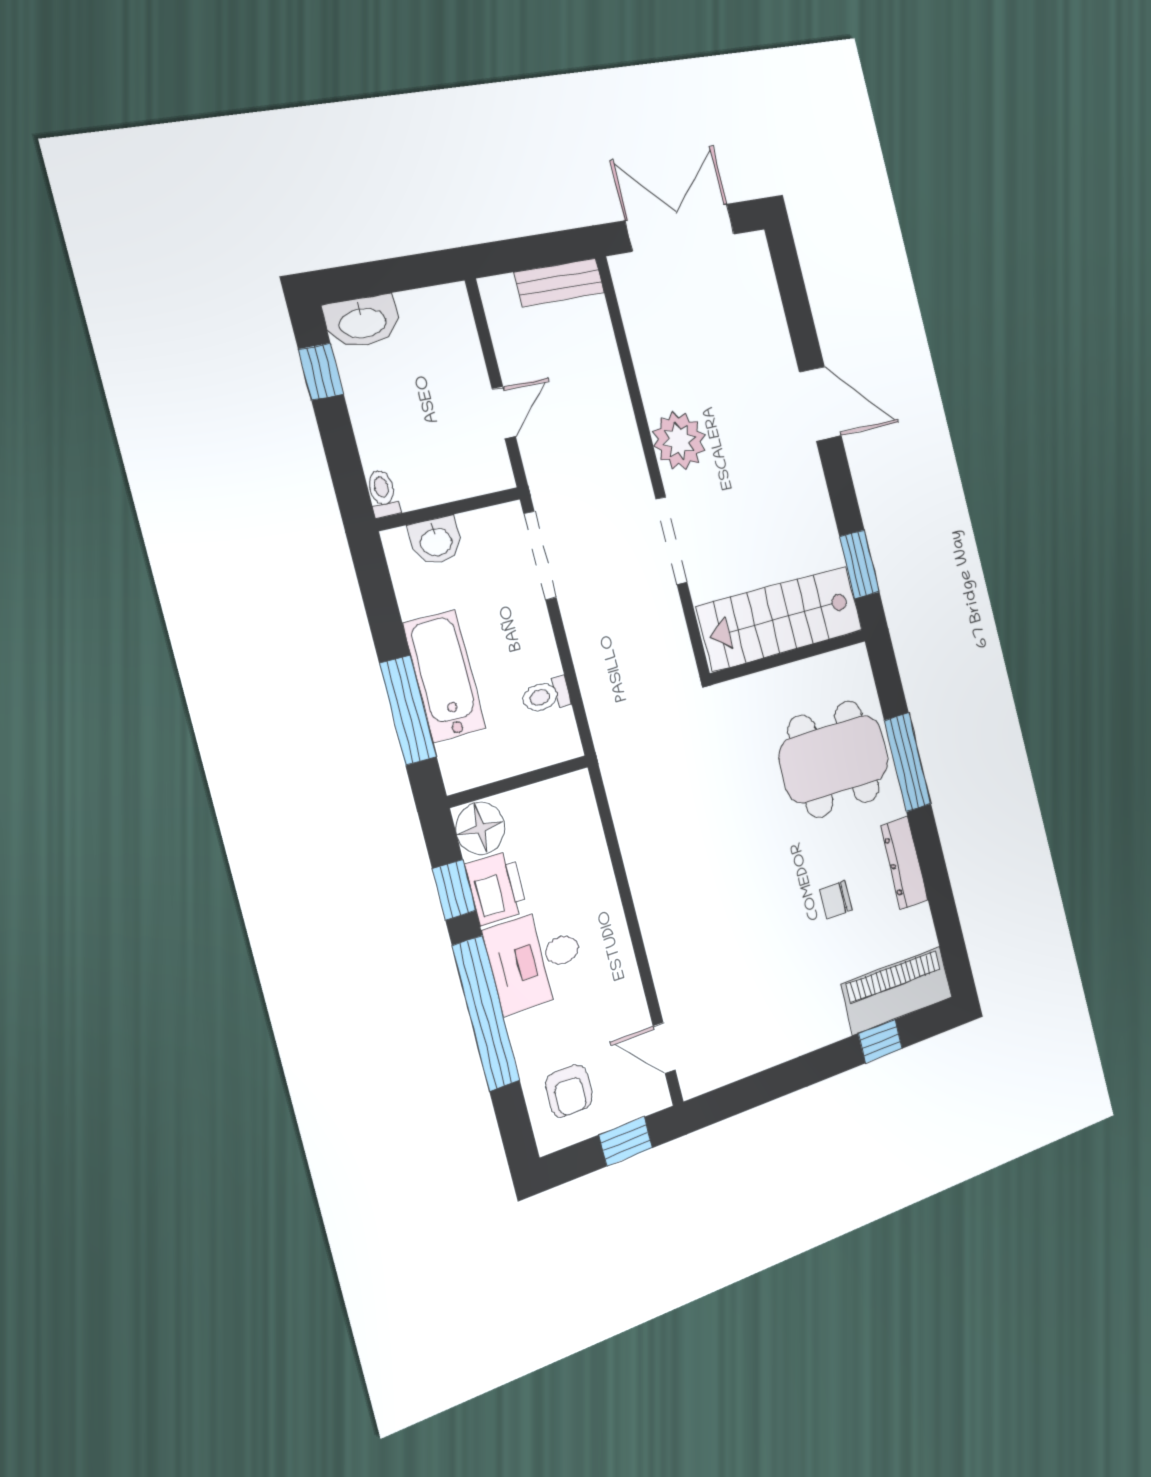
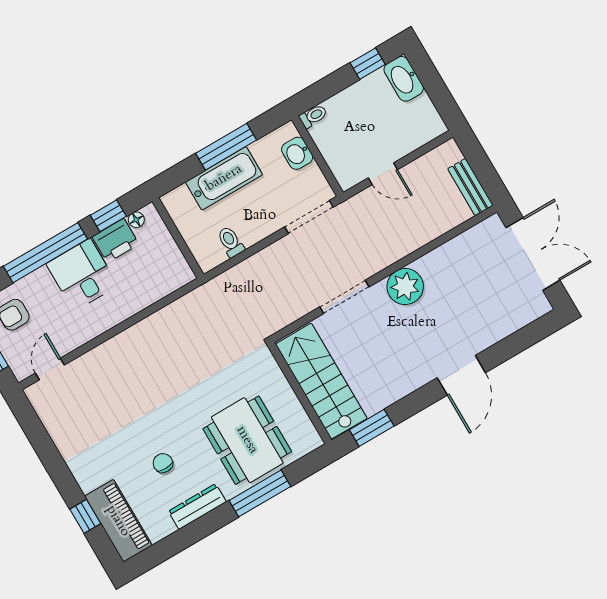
window: (408, 710) -> (226, 147), moved
floor lamp: (480, 828) -> (136, 220), width x0.53, depth x0.53

